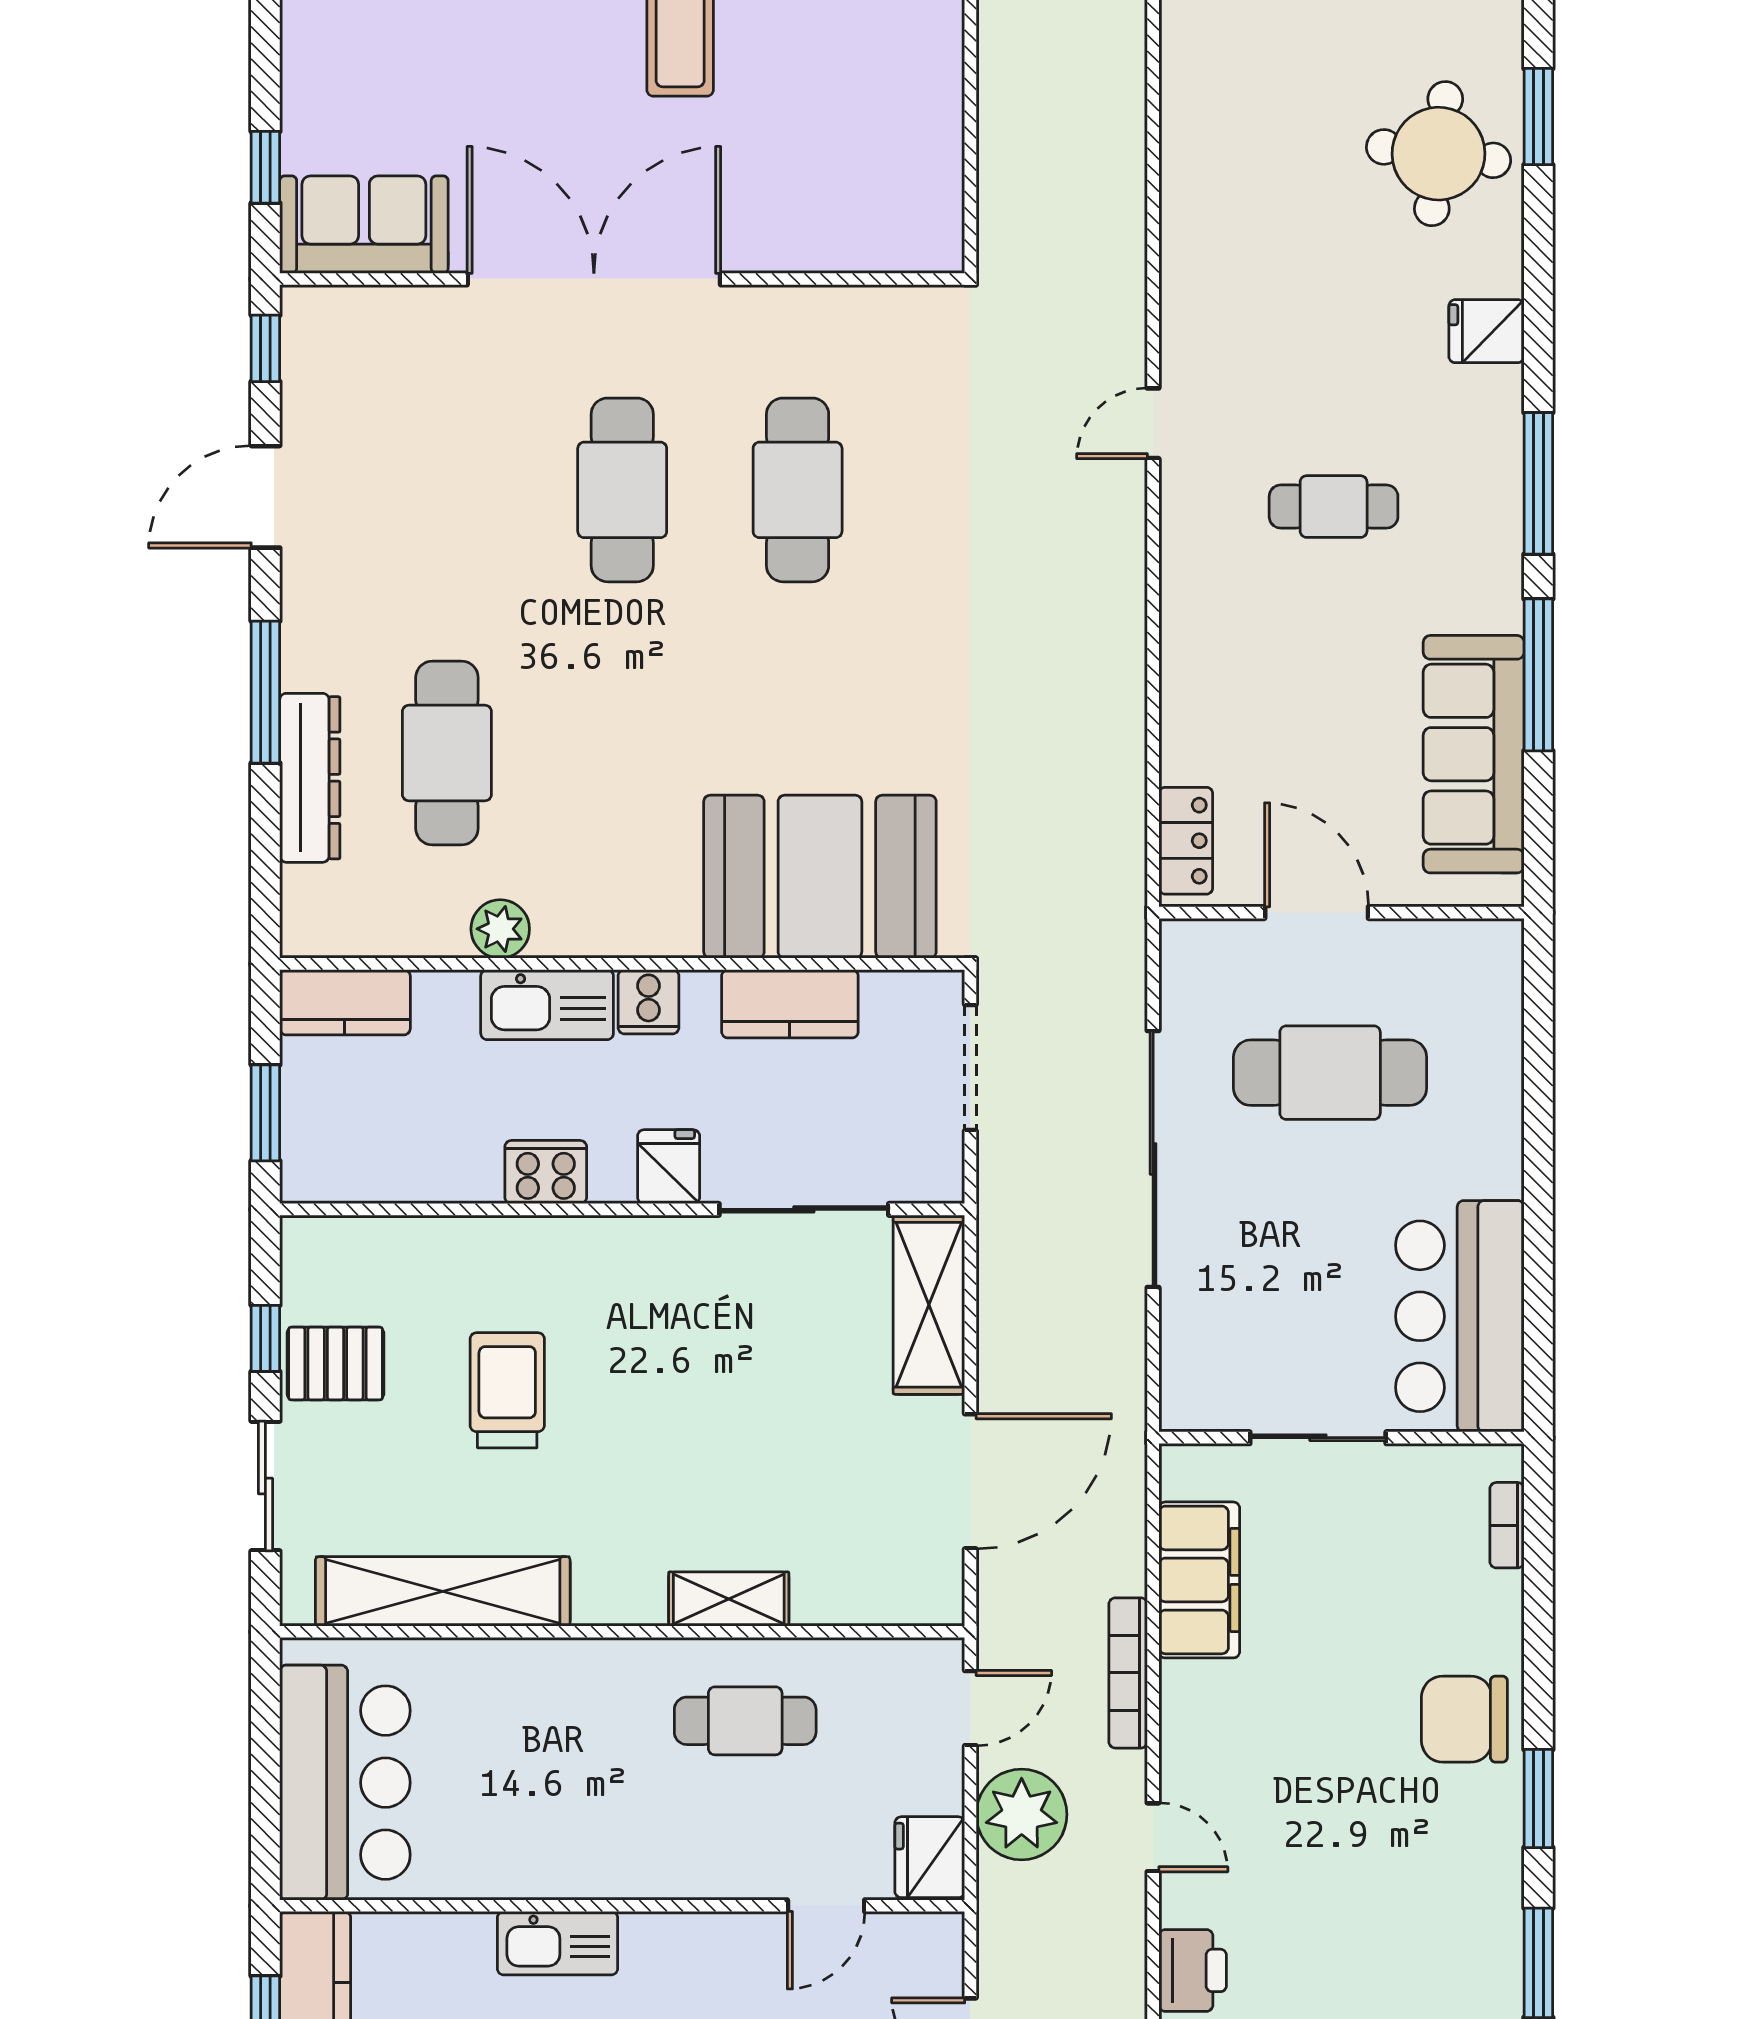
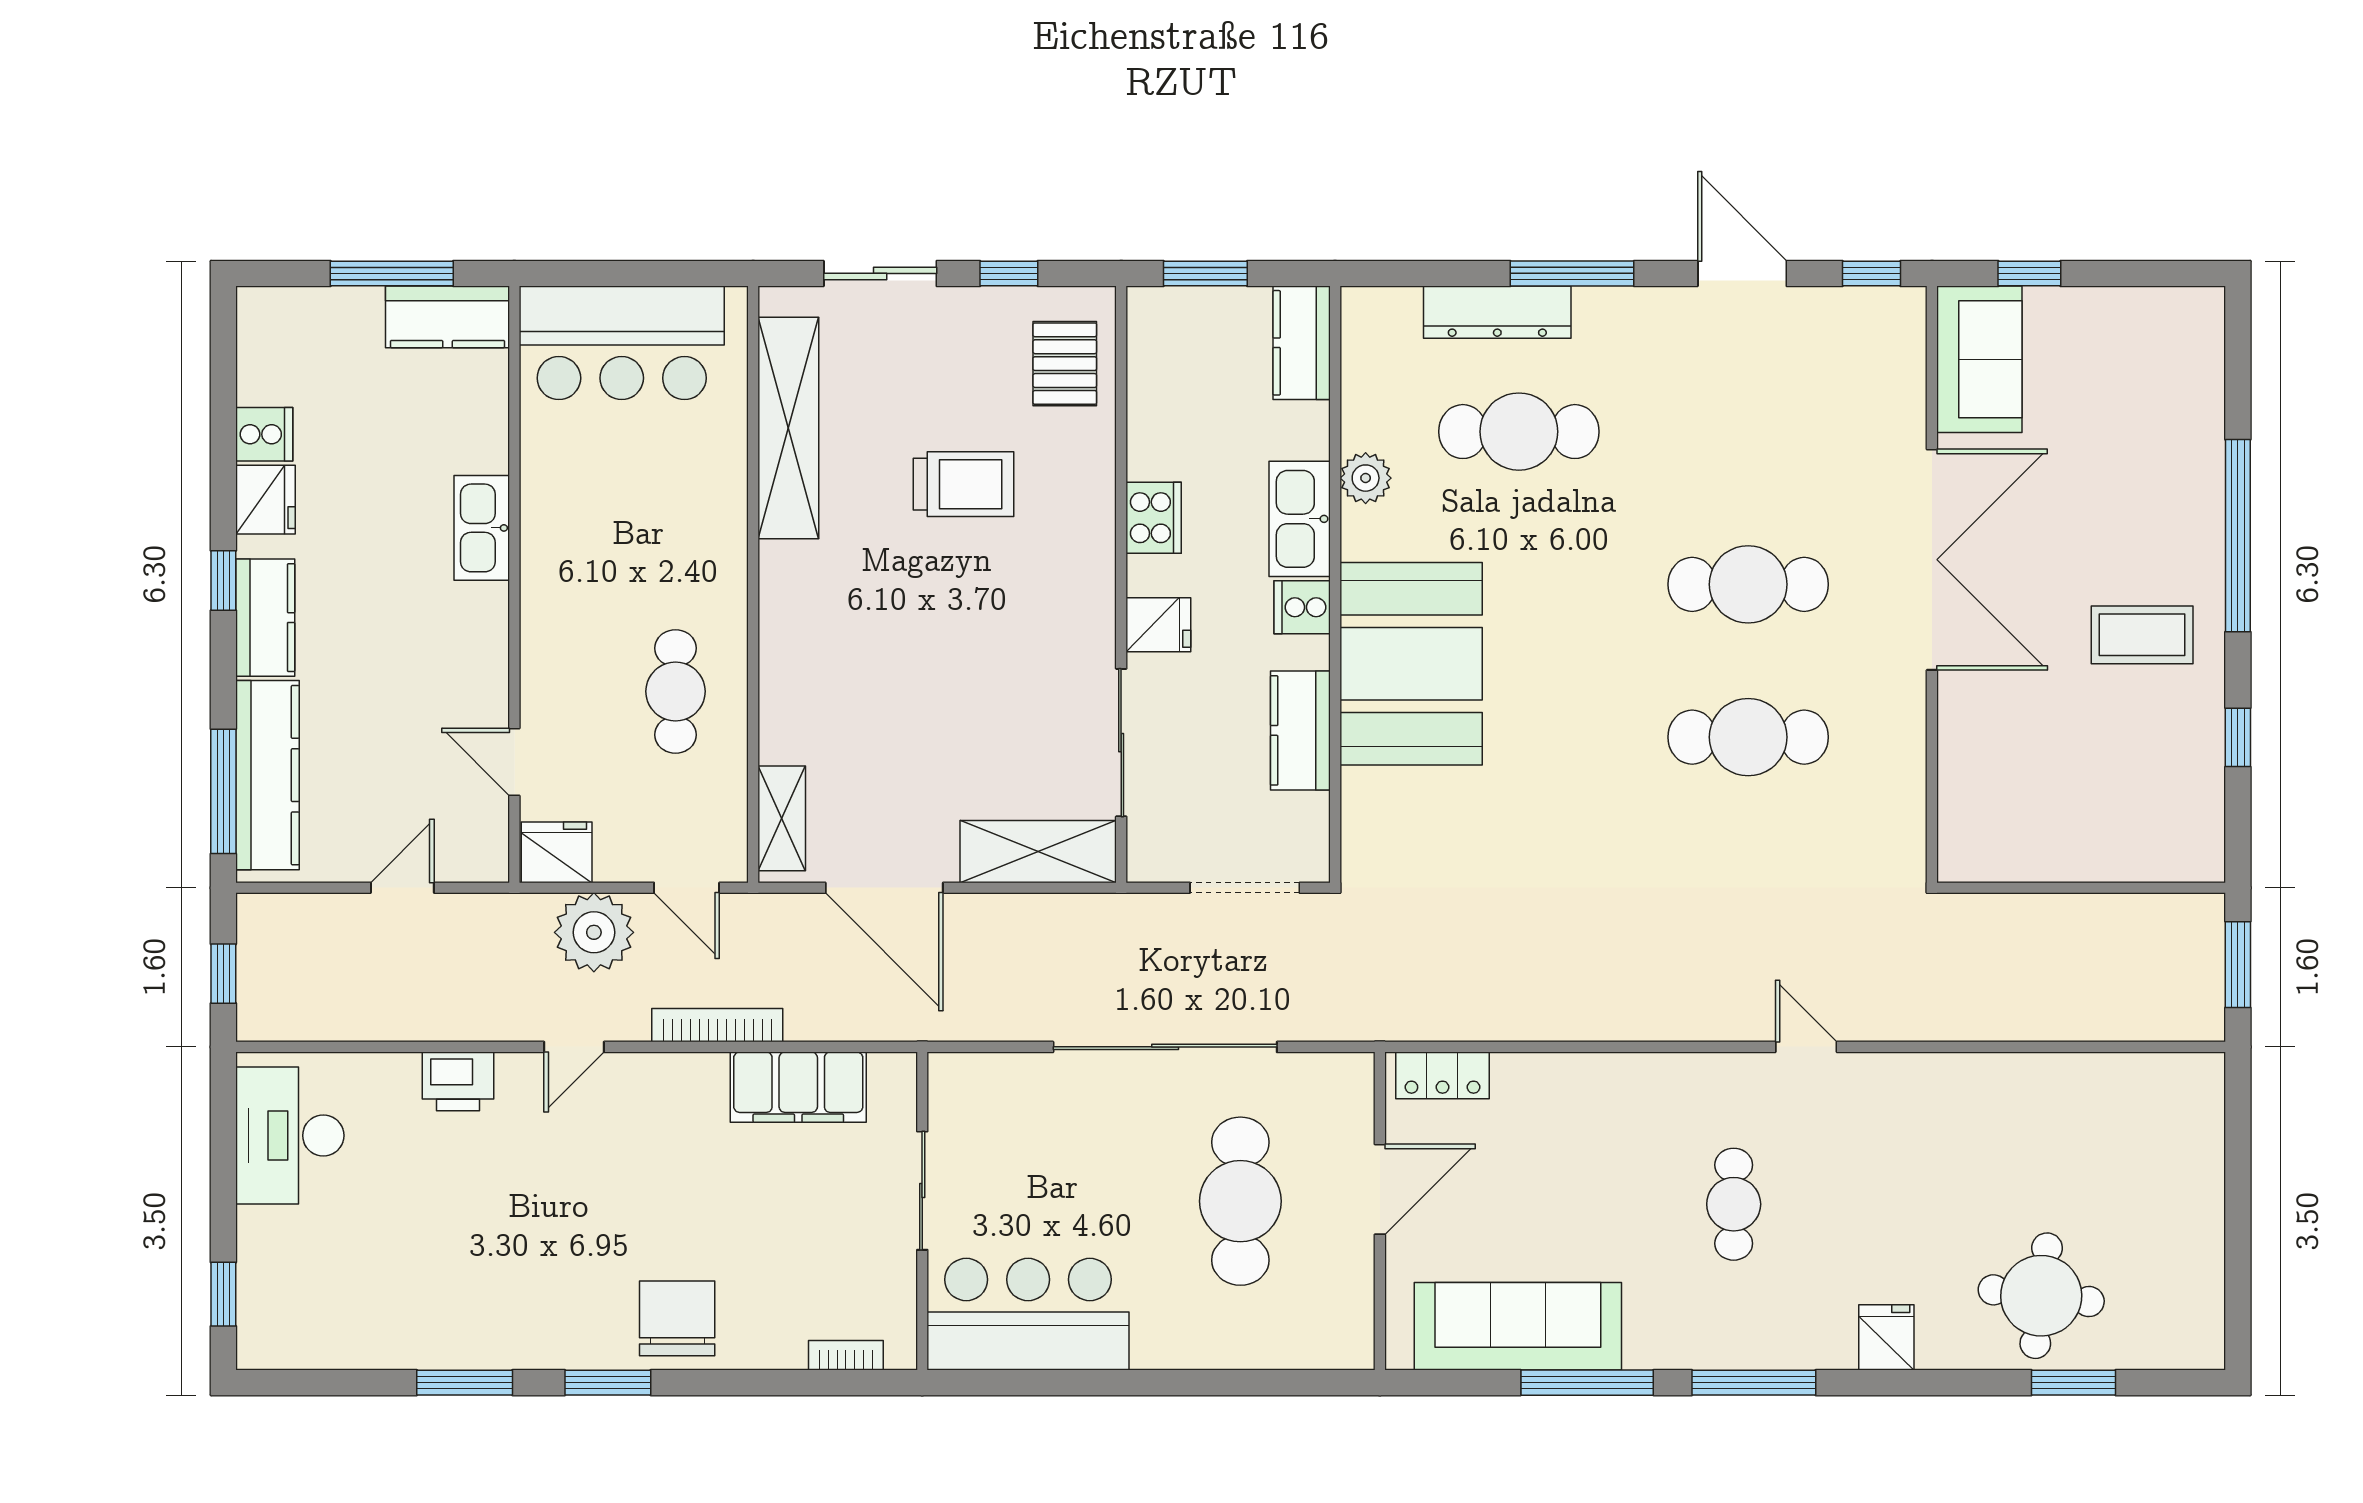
booth: (820, 877) -> (1411, 664), moved
pallet: (335, 1363) -> (1065, 364), moved
shelving: (729, 1599) -> (782, 818), moved

